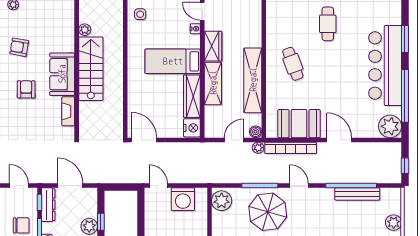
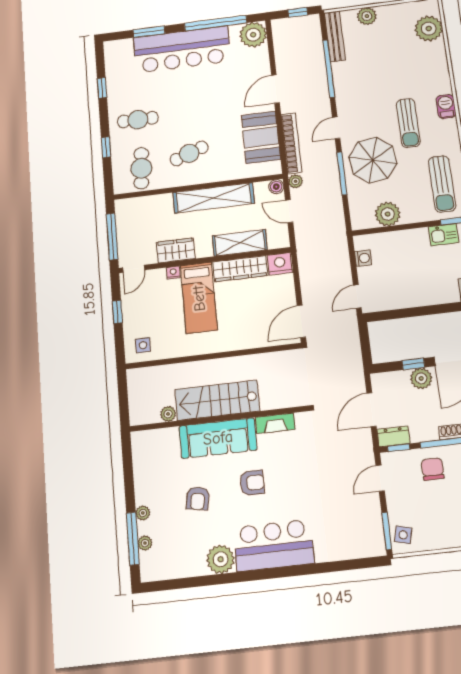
cafe table: (285, 24) -> (141, 168), added
nightstand: (195, 29) -> (173, 273), moved
sofa: (62, 74) -> (218, 438), width x1.36
shelving: (213, 83) -> (240, 243), moved
armchair: (26, 89) -> (252, 483), turned 180
bench: (357, 194) -> (335, 36), moved
washing machine: (183, 199) -> (363, 258), width x0.53, depth x0.53
plant: (222, 201) -> (388, 214), moved
dresser: (48, 205) -> (393, 436), width x0.70

